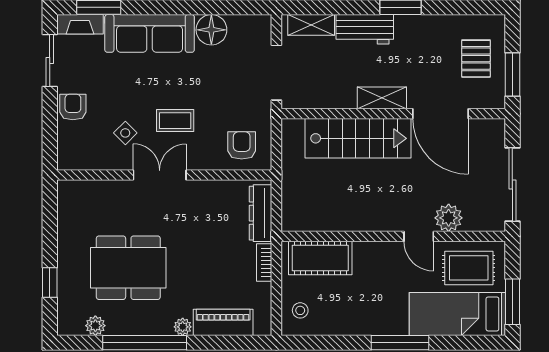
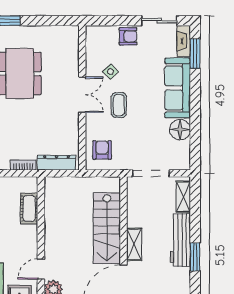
workbench: (365, 29) -> (180, 240), width x1.38
armchair: (242, 145) -> (102, 150), turned -90
cot: (320, 258) -> (29, 209), width x0.73, depth x0.75

